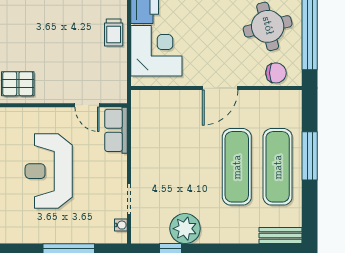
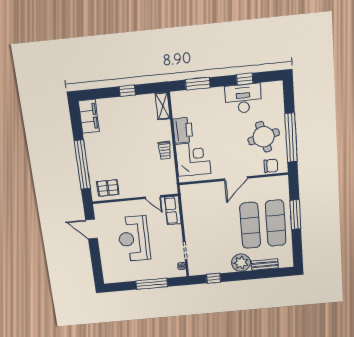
plant: (185, 229) -> (241, 263), moved
bench: (280, 235) -> (265, 265), moved

